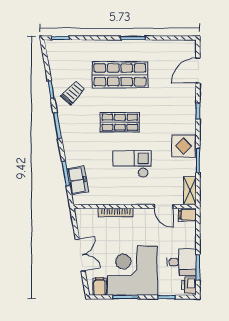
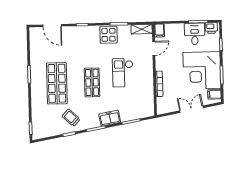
freezer: (77, 180) -> (110, 118), moved

